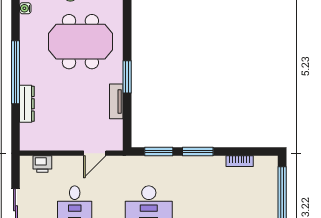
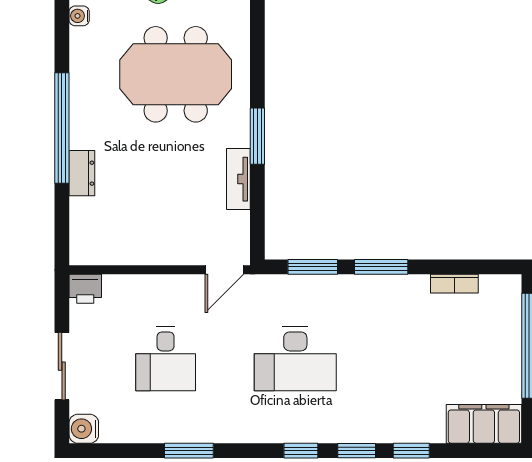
dresser: (27, 104) -> (82, 173), width x0.70
door: (95, 153) -> (224, 270), moved
printer: (42, 164) -> (85, 289), moved

